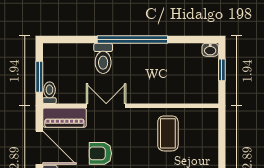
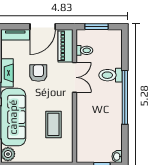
toilet: (49, 93) -> (84, 50), moved
coffee table: (168, 133) -> (53, 124), turned 90

